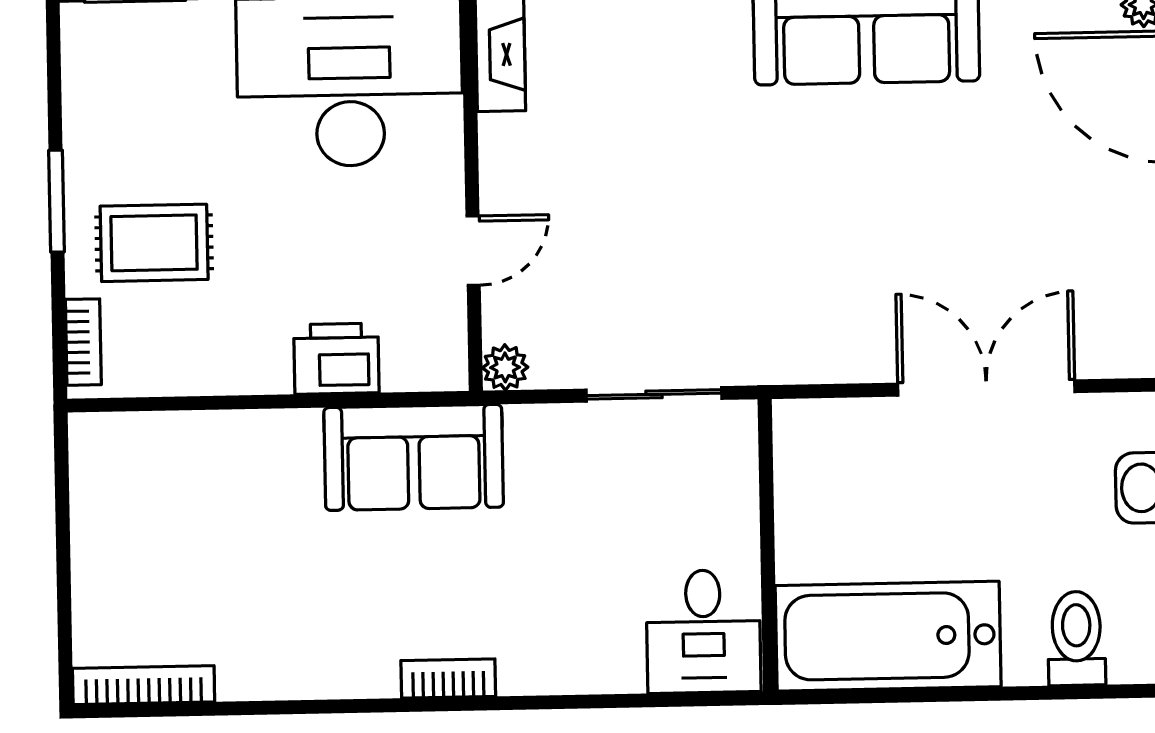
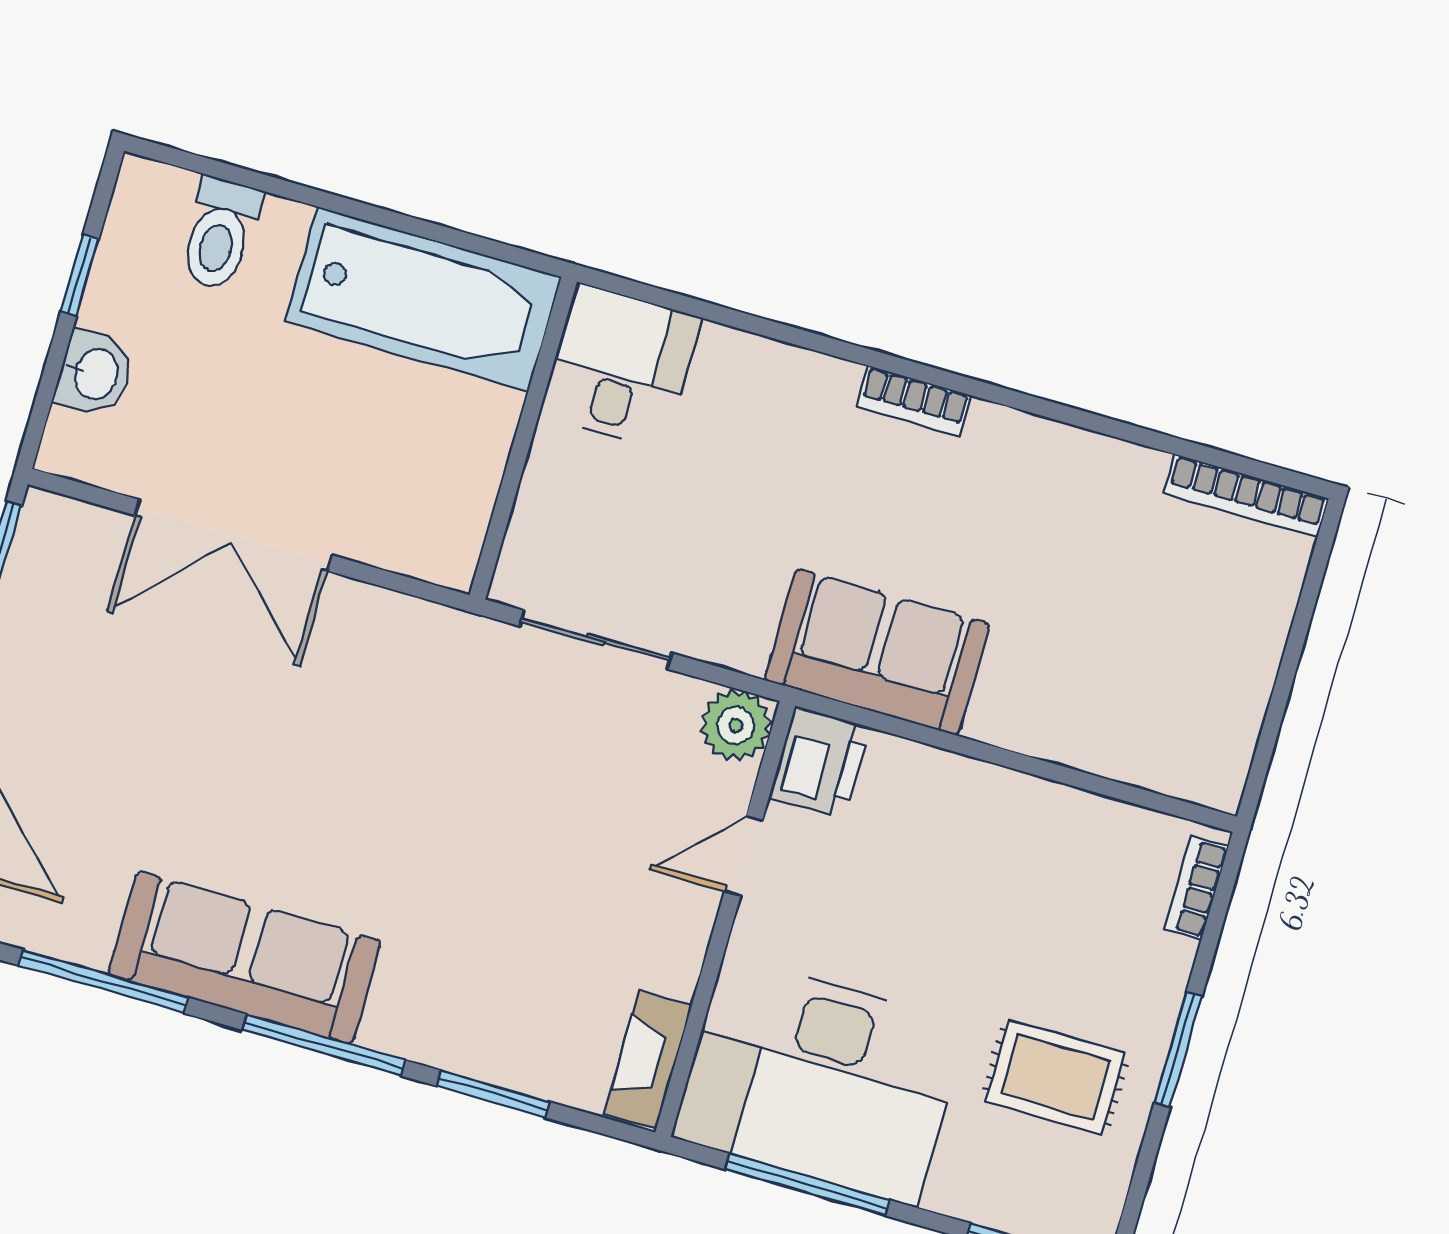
rug: (154, 243) -> (1055, 1077), moved
printer: (336, 359) -> (820, 762), moved, turned -90
plant: (505, 367) -> (736, 725), width x1.38, depth x1.38

